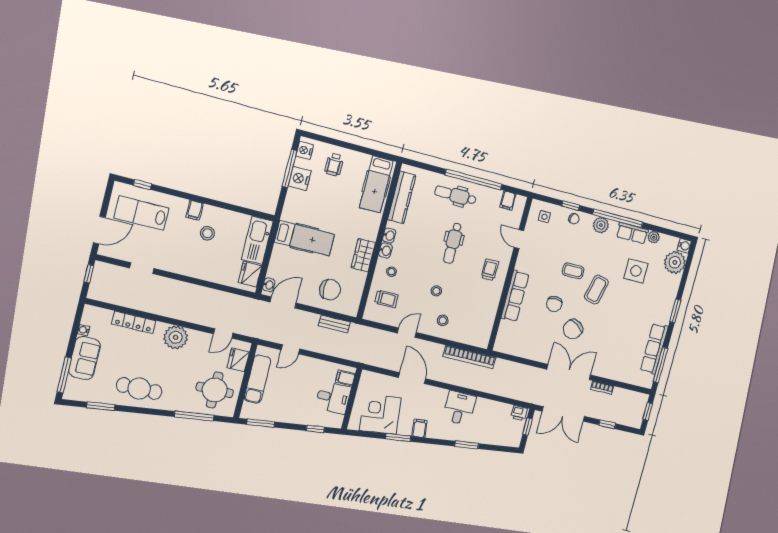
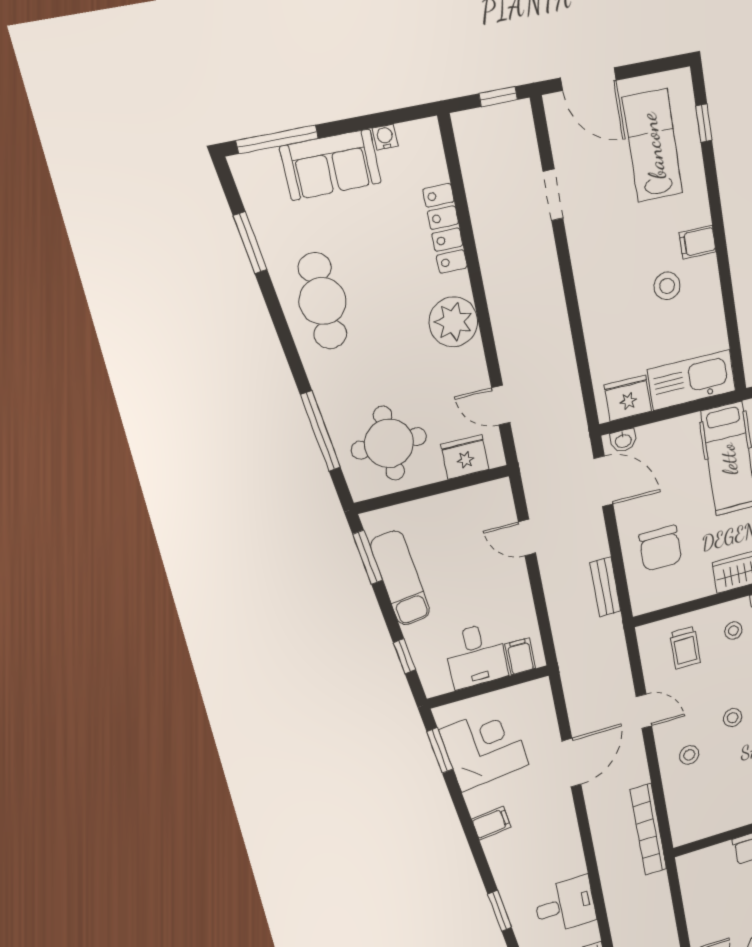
exam couch: (258, 379) -> (400, 578), moved, turned -97
desk: (459, 408) -> (565, 905), moved
window: (398, 438) -> (440, 750), moved

